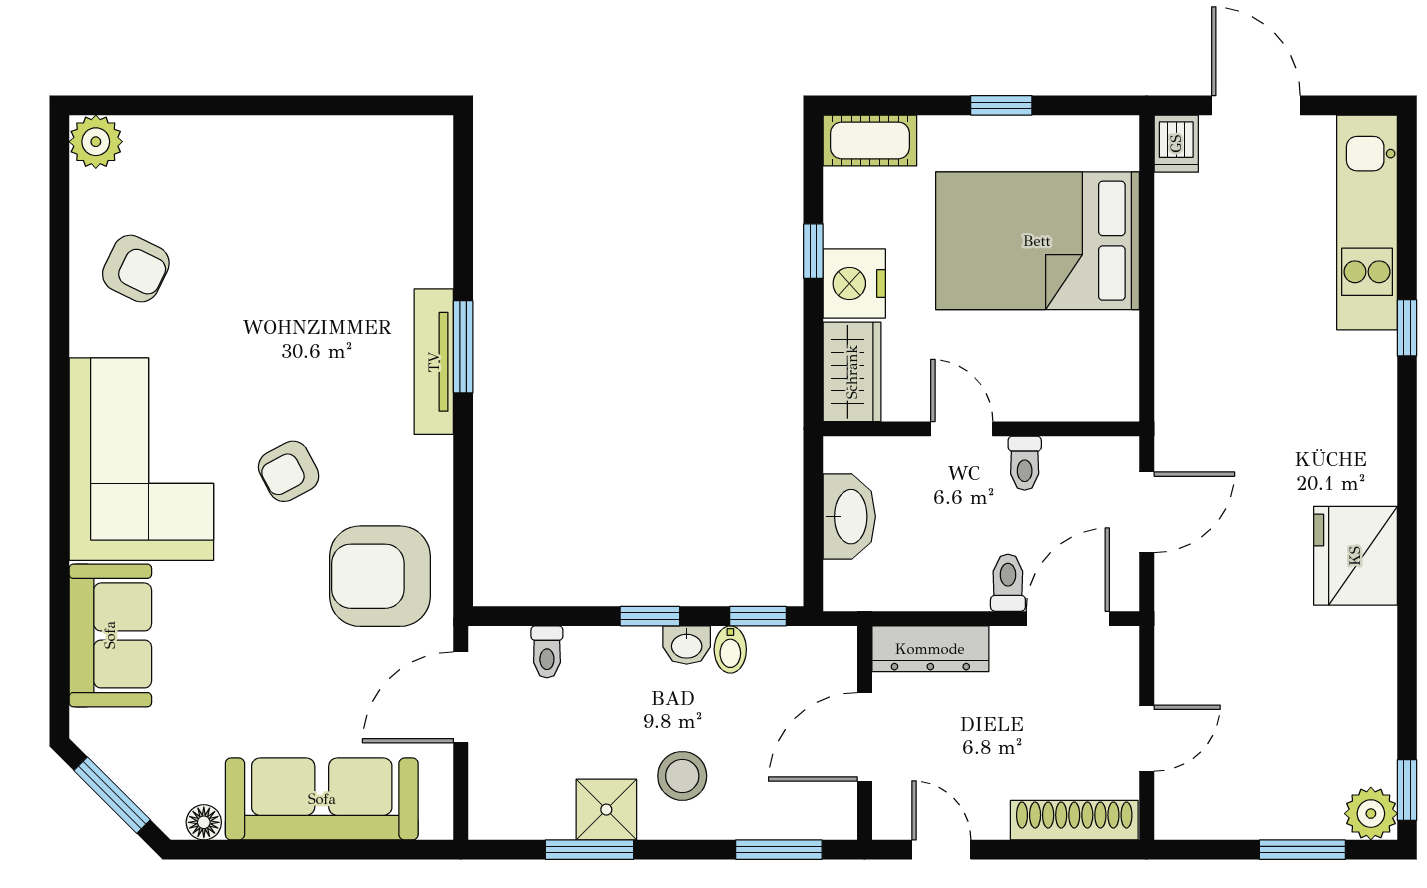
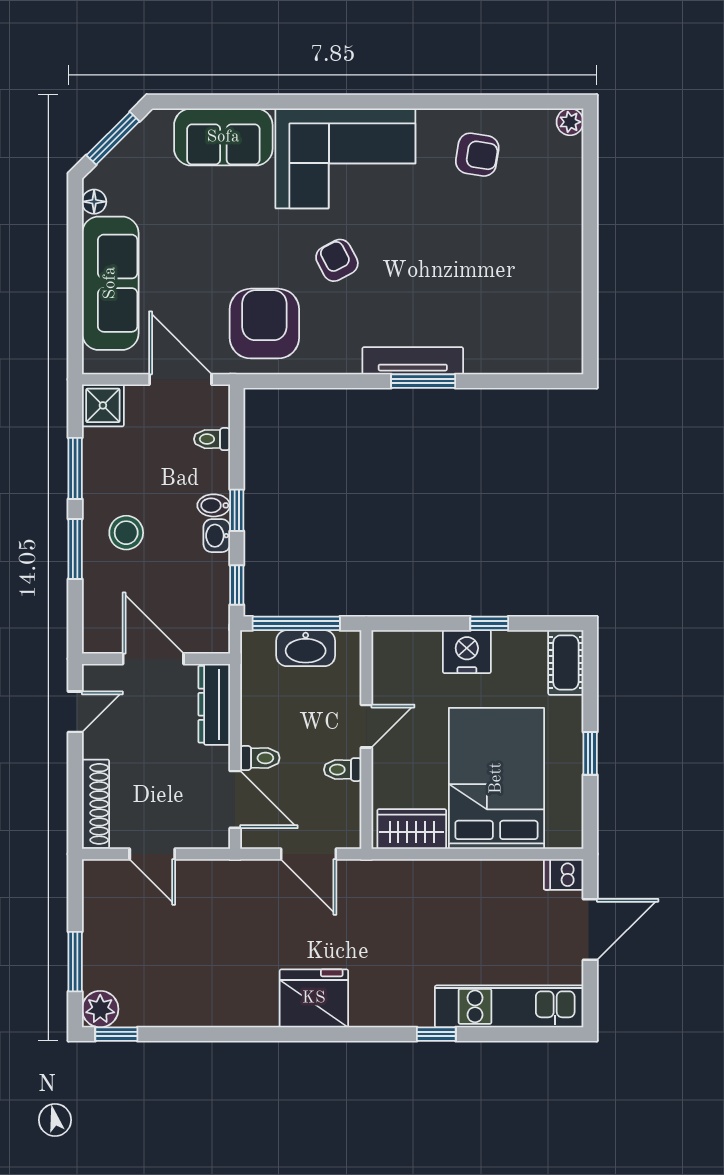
plant: (96, 142) -> (570, 122), width x0.73, depth x0.73
armchair: (136, 269) -> (477, 155), turned -107
wardrobe: (852, 372) -> (412, 829), moved, turned 180
window: (813, 530) -> (296, 623), added
fridge: (1355, 556) -> (314, 998), moved
bidet: (730, 649) -> (214, 505), moved
shower: (606, 810) -> (103, 405), moved
window: (779, 850) -> (75, 549), moved

